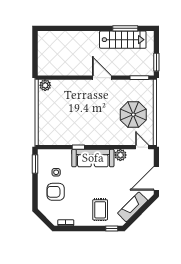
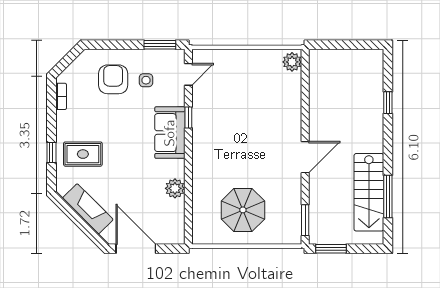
window: (70, 28) -> (388, 103), added
door: (142, 147) -> (188, 74), moved
sofa: (93, 158) -> (170, 133), width x0.73
window: (112, 228) -> (51, 153), moved

